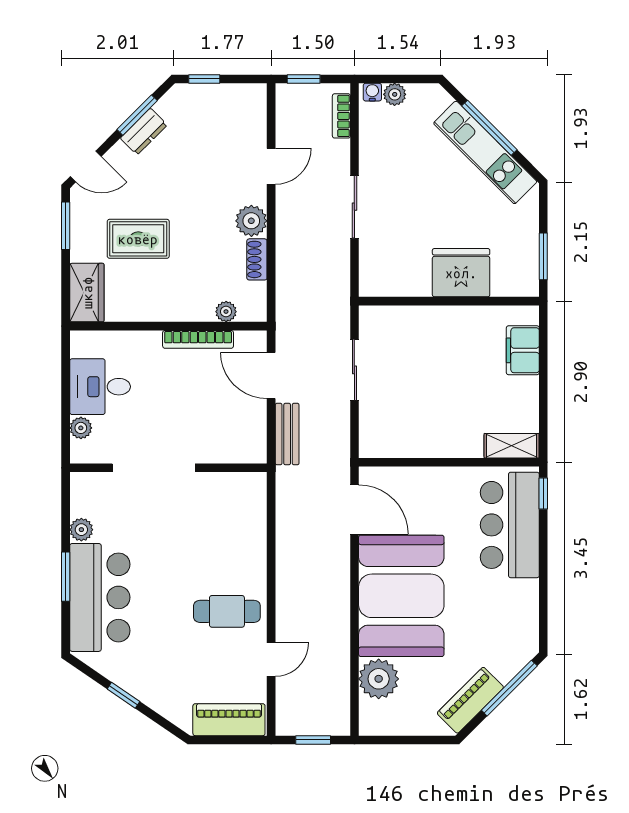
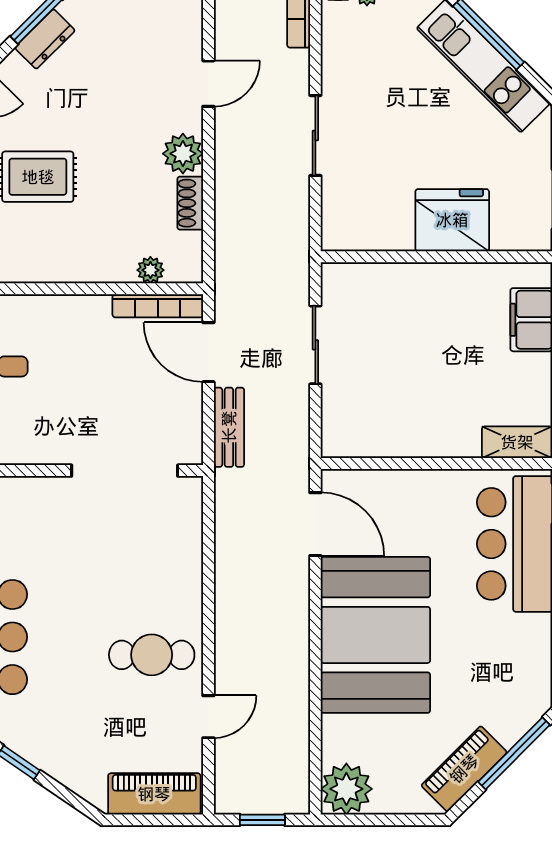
bookcase: (198, 339) -> (158, 306), moved
doorway: (154, 468) -> (125, 471), moved
plant: (379, 679) -> (346, 789), moved

